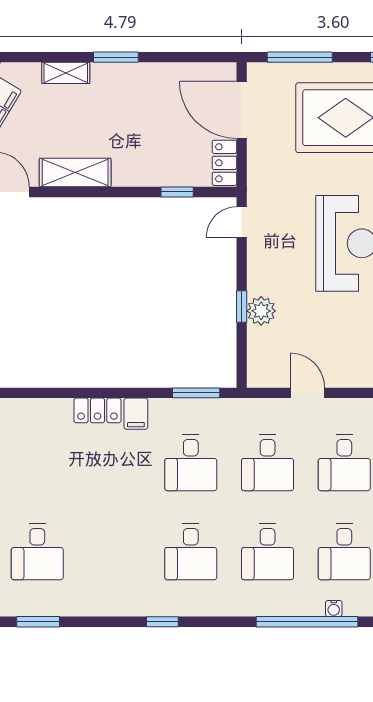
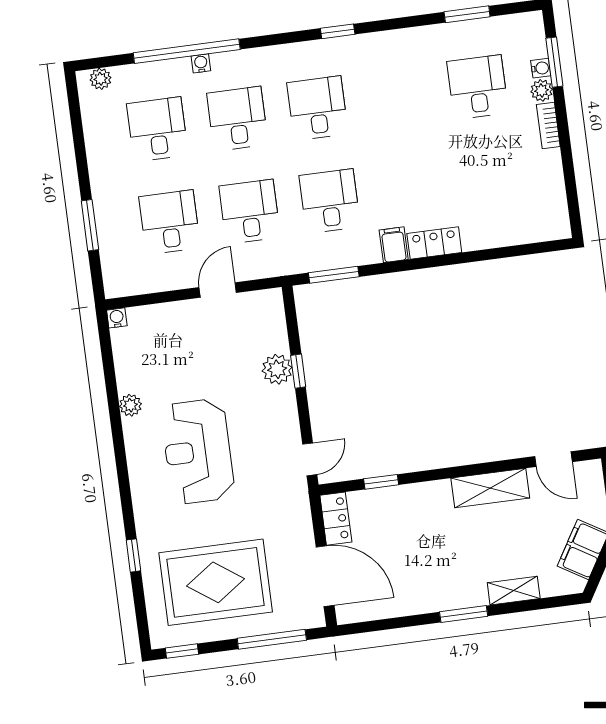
door: (307, 393) -> (218, 290), swing flipped
water cooler: (334, 609) -> (201, 63), moved

